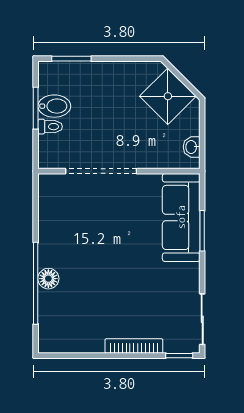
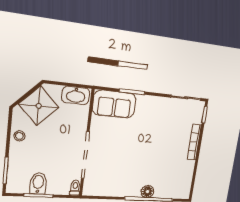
stool: (123, 73) -> (19, 136), added
toilet: (50, 127) -> (75, 188), moved
washbasin: (192, 147) -> (76, 95), width x1.91, depth x1.45
sofa: (181, 217) -> (114, 104), width x0.73

